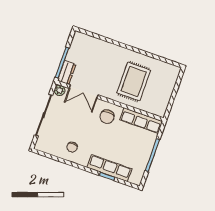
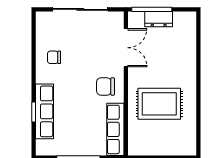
dresser: (67, 73) -> (159, 19), moved
plant: (60, 90) -> (117, 18), removed
double door: (84, 92) -> (126, 48), swing flipped

